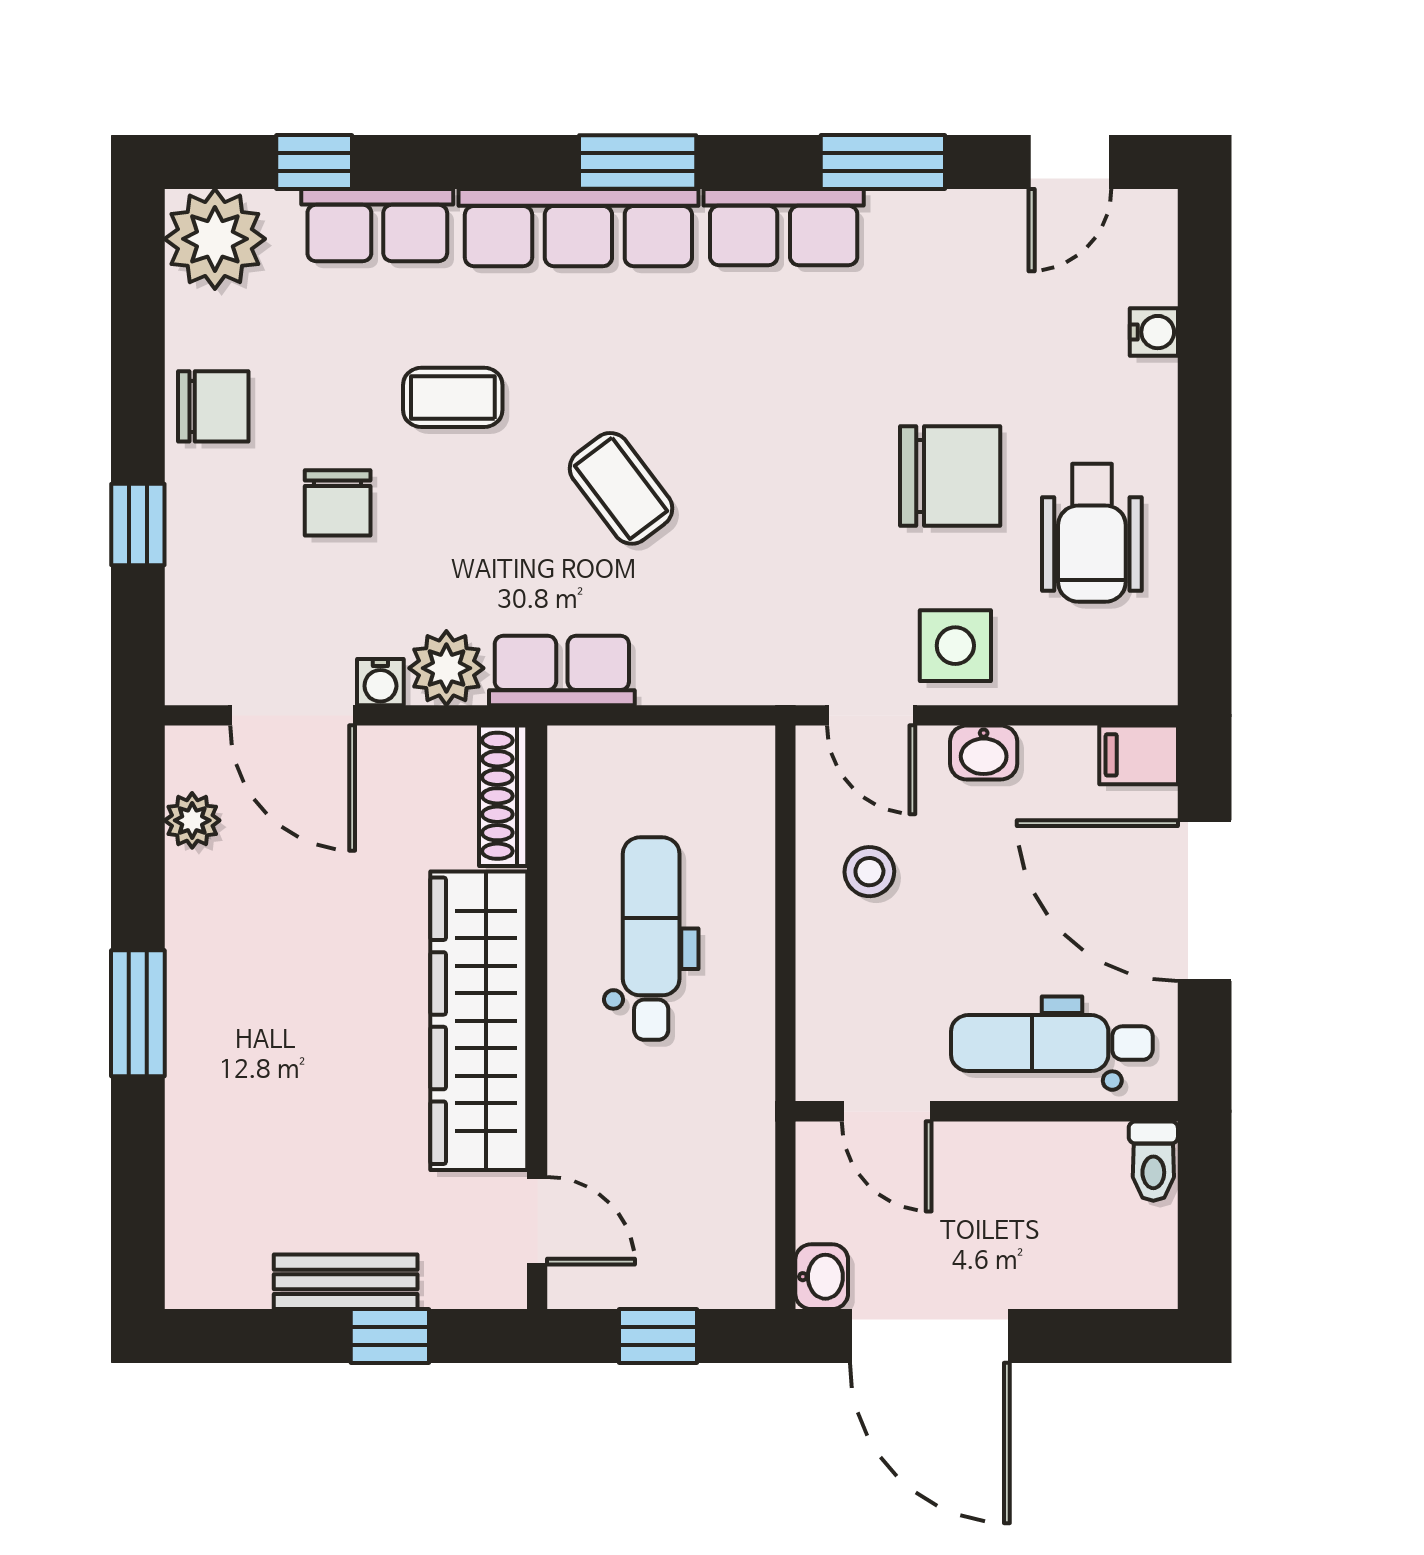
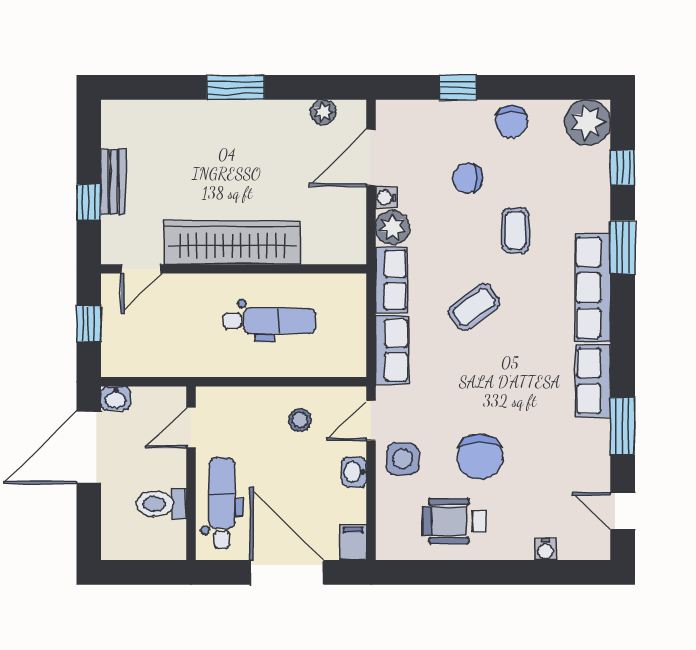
window: (638, 162) -> (623, 247), moved
row of seats: (377, 225) -> (392, 350), moved, turned 180
shoe rack: (503, 796) -> (334, 253), removed
door: (1205, 901) -> (287, 572), hinge flipped
toilet: (1153, 1161) -> (161, 504), moved, width x1.37, depth x1.39

